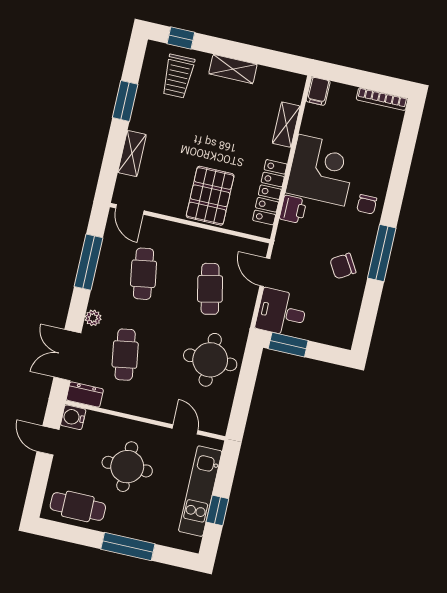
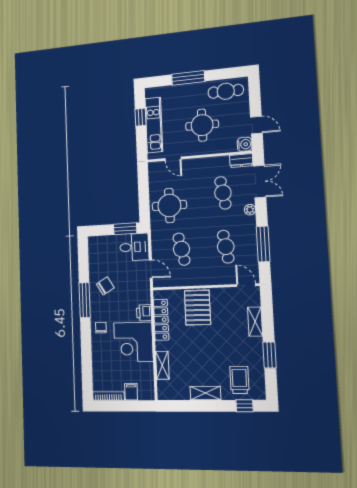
filing cabinet: (318, 91) -> (131, 392), moved

